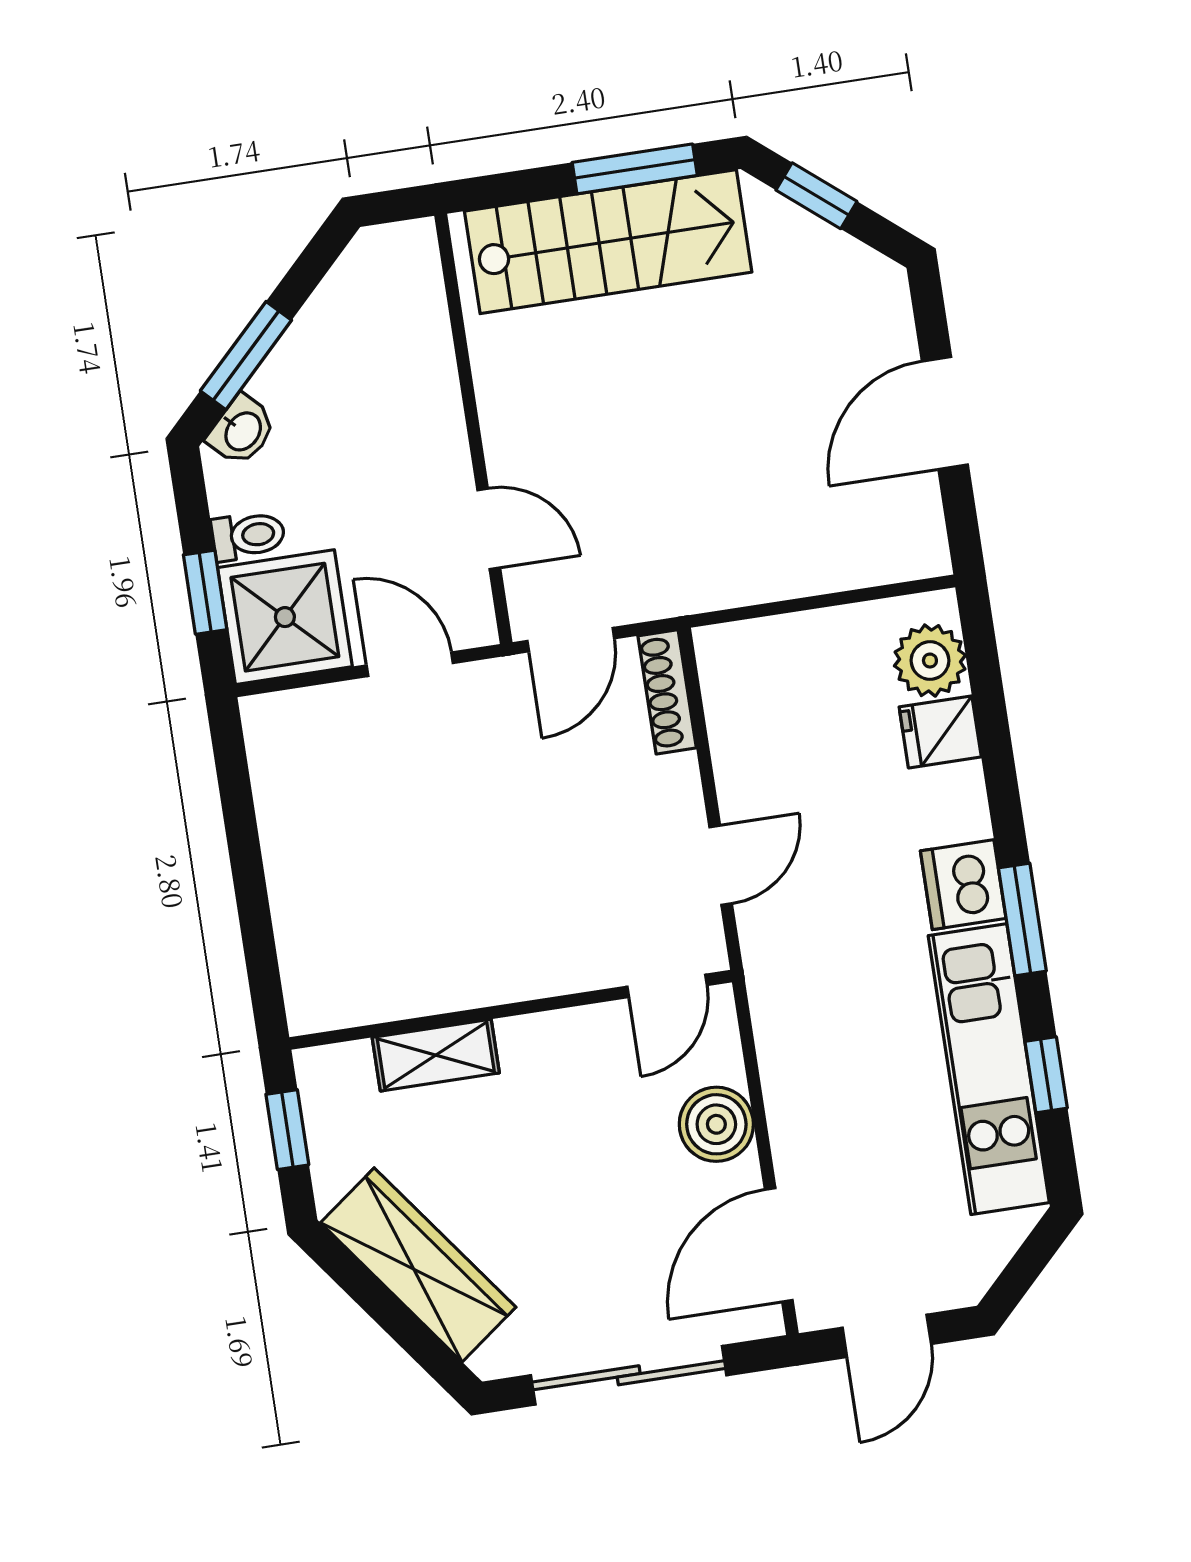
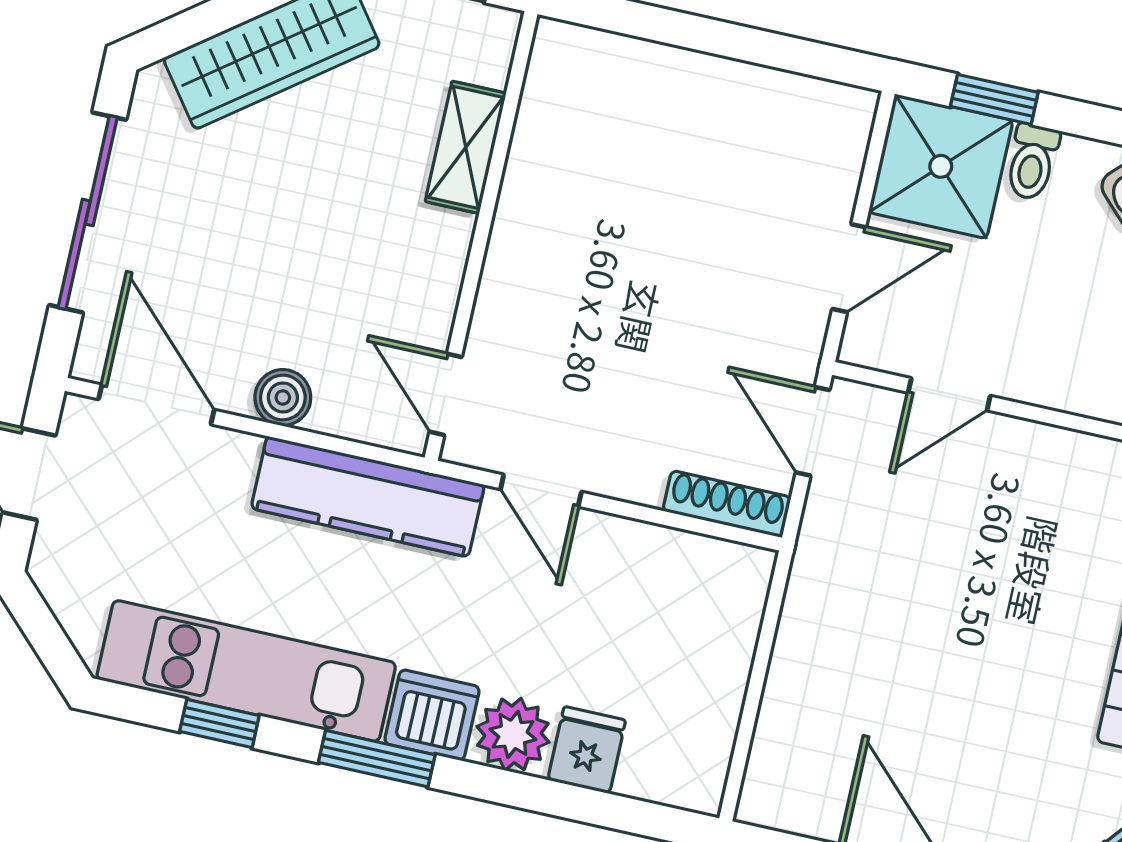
plant: (930, 661) -> (513, 734), moved
kitchen counter: (788, 1020) -> (368, 497), added
boiler: (716, 1124) -> (283, 397), width x0.73, depth x0.73

